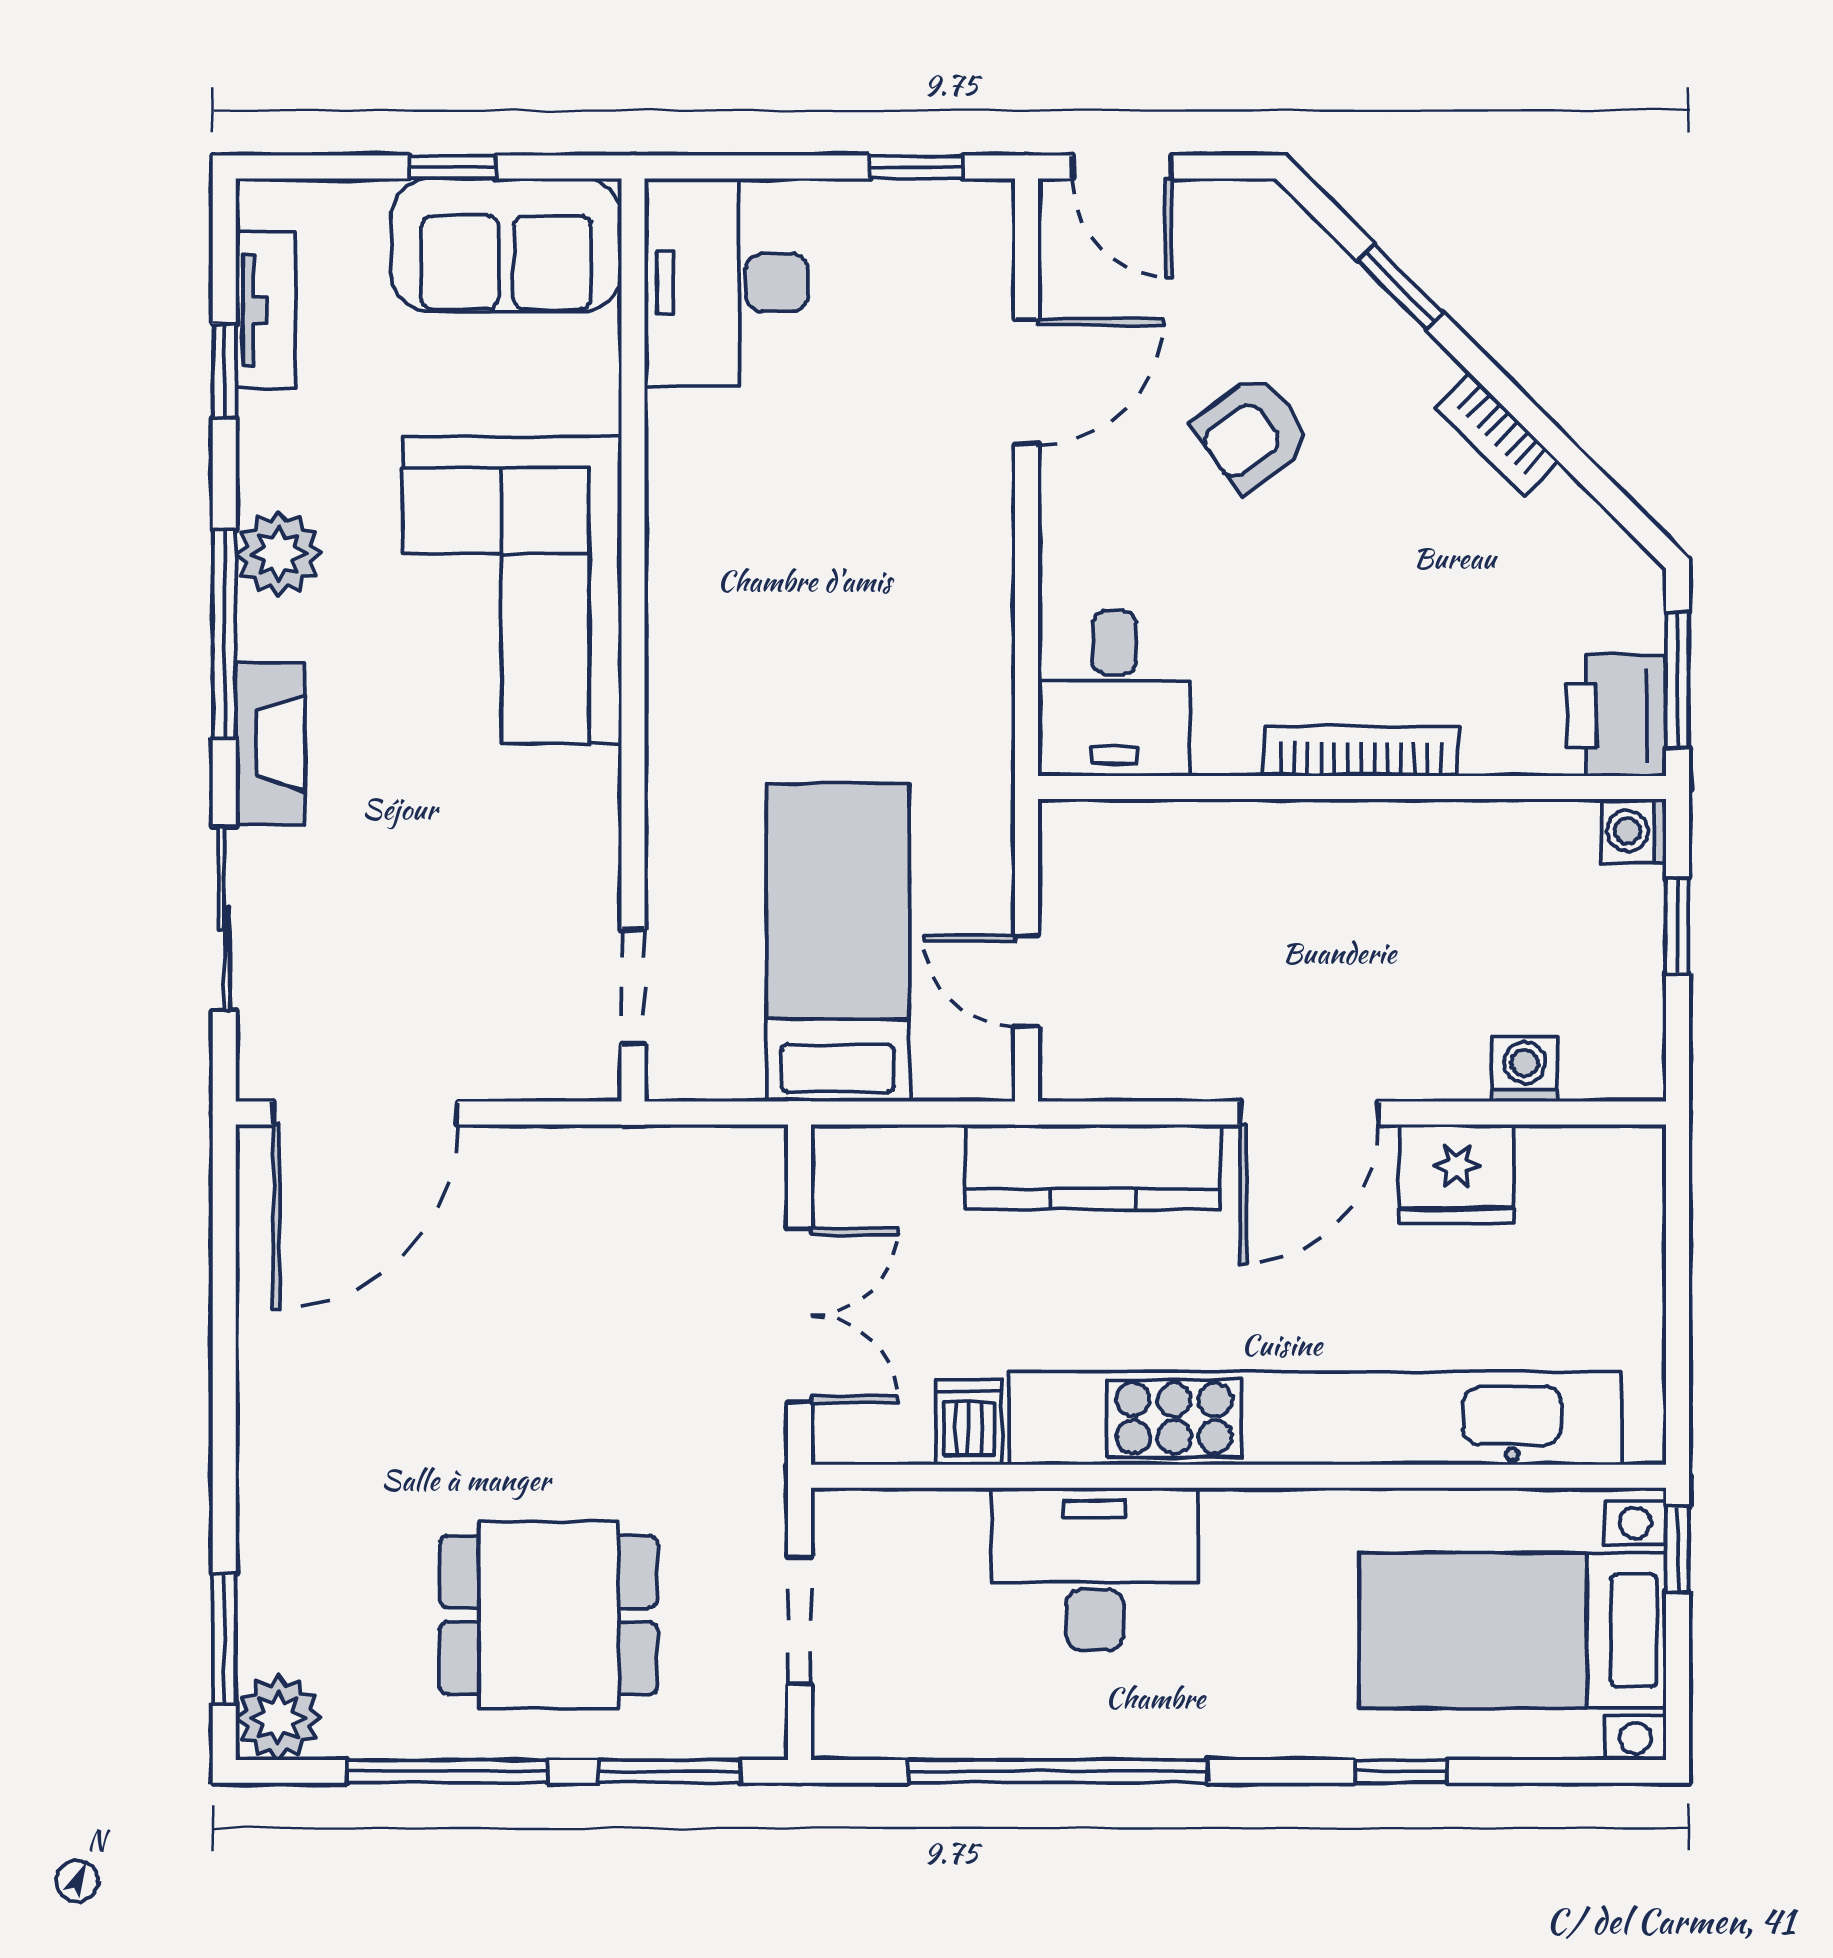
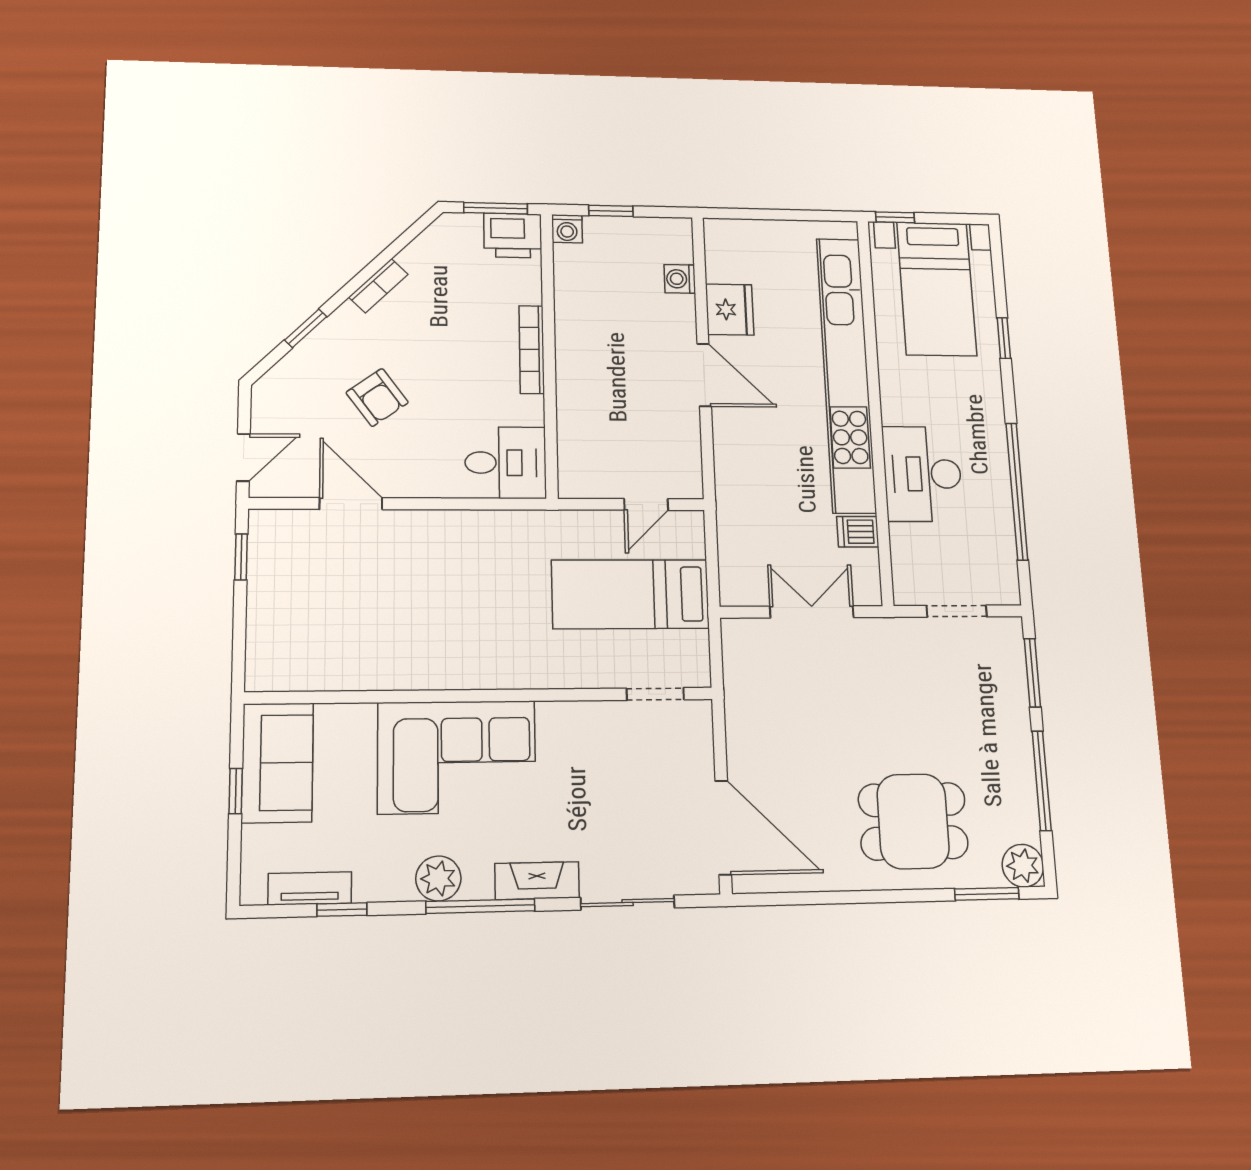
desk: (726, 282) -> (299, 651), removed
kitchen counter: (1093, 1167) -> (734, 474), removed
dining table: (549, 1615) -> (913, 821), moved, turned 90

